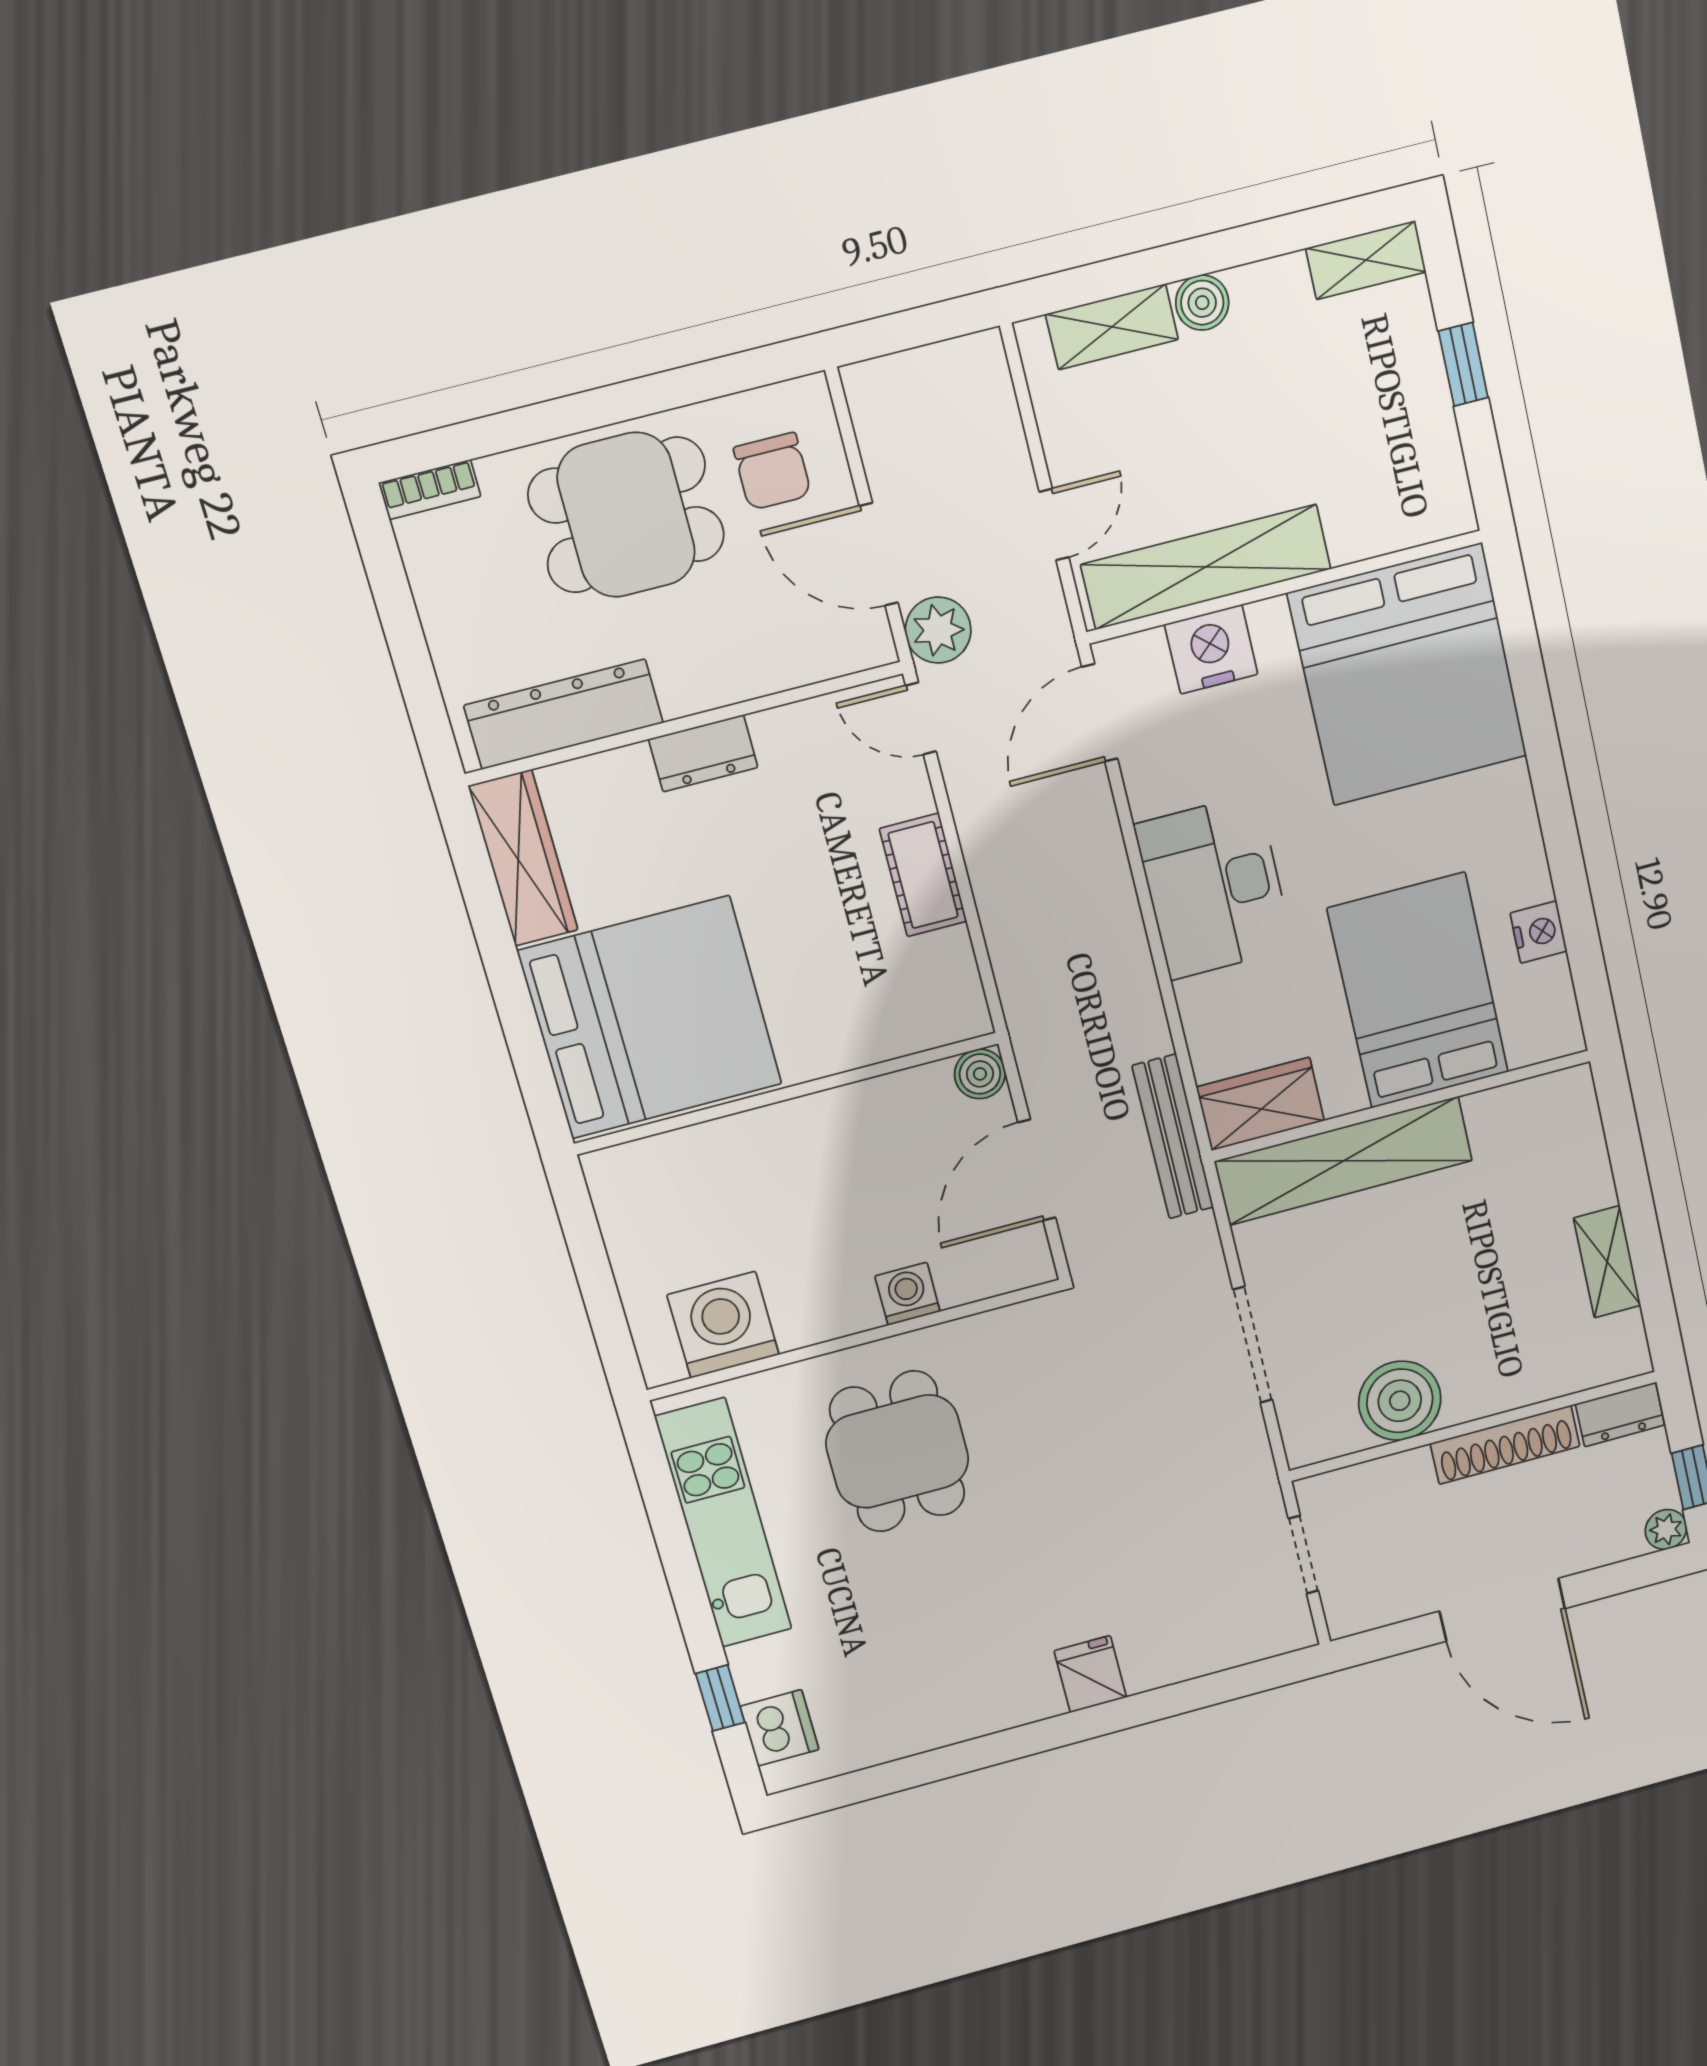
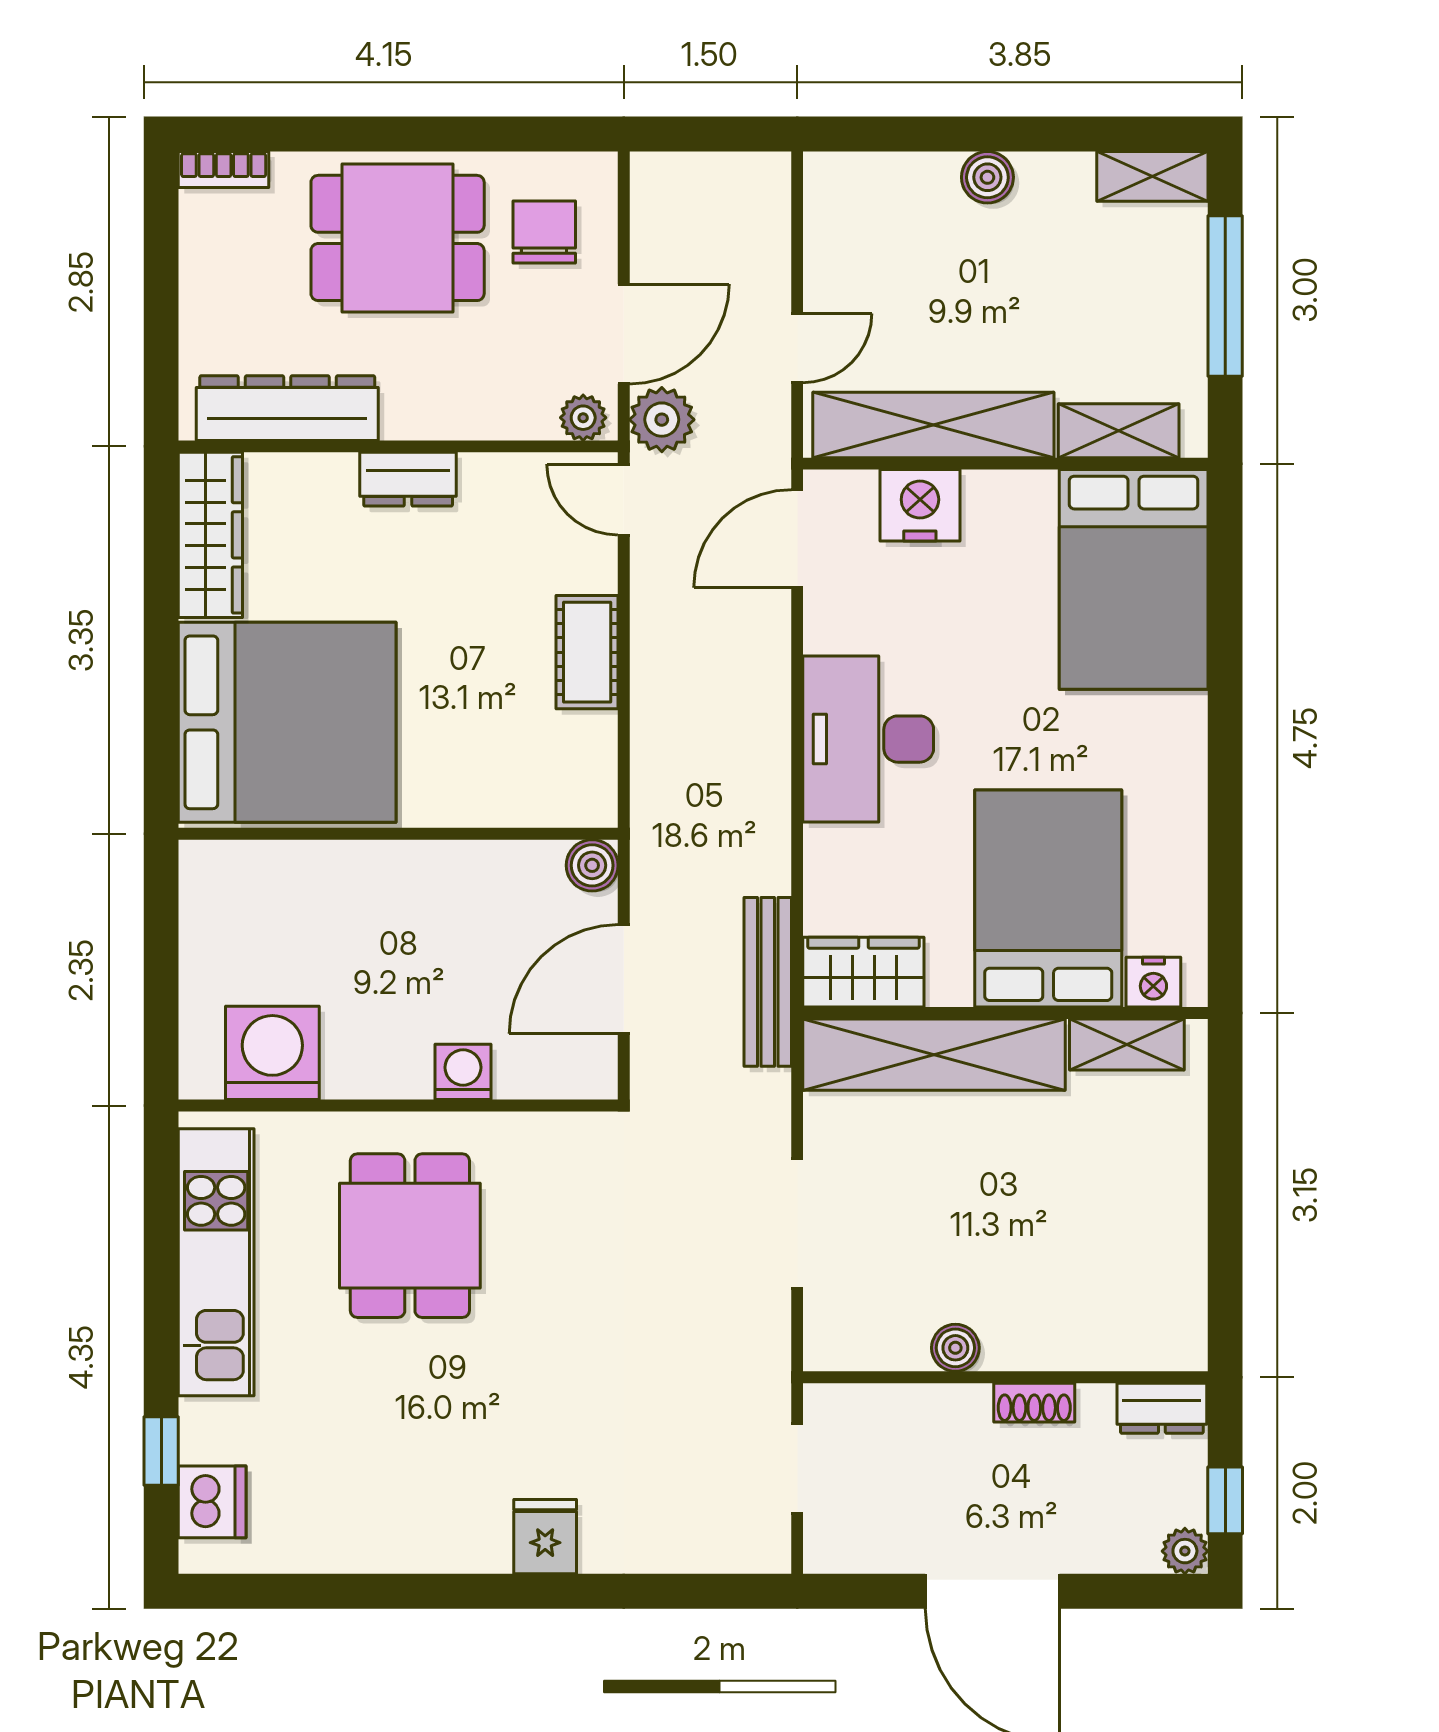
shelving: (1112, 327) -> (1119, 431), moved
window: (1463, 364) -> (1225, 296), width x2.17
chair: (772, 471) -> (544, 232), turned 180
door: (879, 554) -> (624, 334), swing flipped
plant: (860, 648) -> (583, 418), added
bed: (1408, 675) -> (1134, 579), width x0.73
nightstand: (1539, 932) -> (1153, 982), moved, turned 90
shelving: (1607, 1262) -> (1127, 1044), moved, turned 90
boiler: (1400, 1401) -> (955, 1348), width x0.54, depth x0.54
shoe rack: (1505, 1445) -> (1034, 1403), width x0.51, depth x0.81

